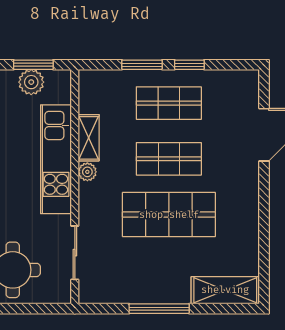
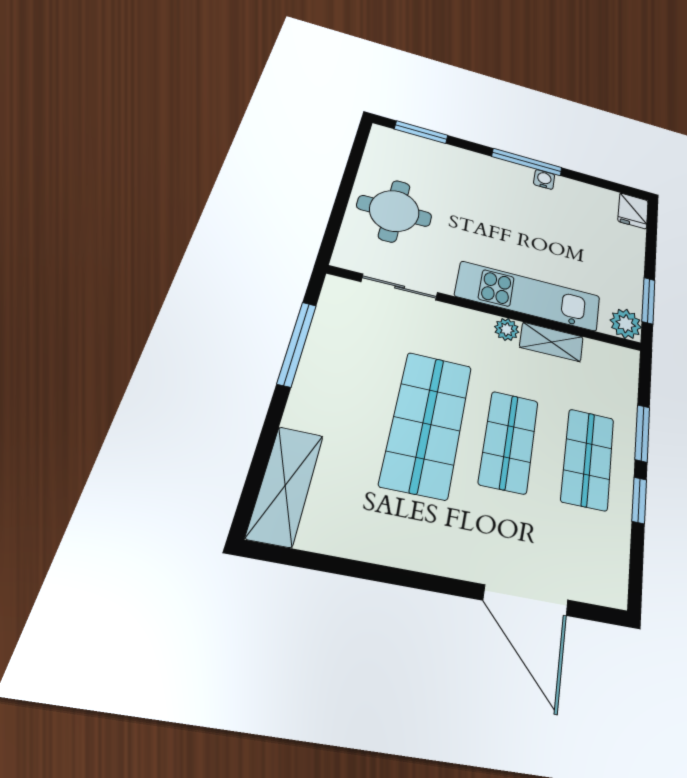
plant: (31, 82) -> (626, 324), moved
window: (159, 309) -> (297, 344), moved

